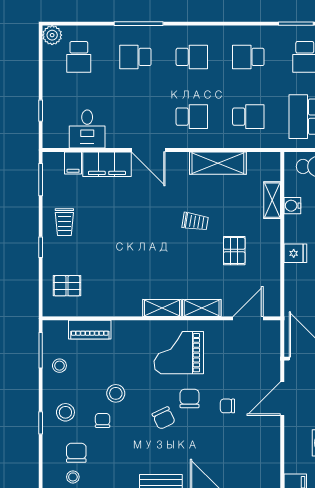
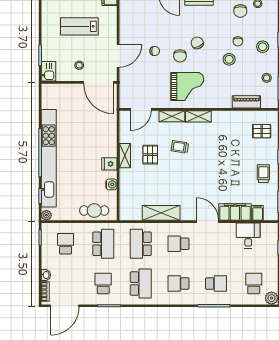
school desk: (248, 57) -> (141, 284), width x1.85
school desk: (248, 117) -> (141, 244), width x1.85
shelving: (272, 200) -> (125, 156), moved
trolley: (195, 222) -> (180, 147), moved
fridge: (295, 253) -> (109, 164), moved
chair: (76, 453) -> (240, 11), moved

